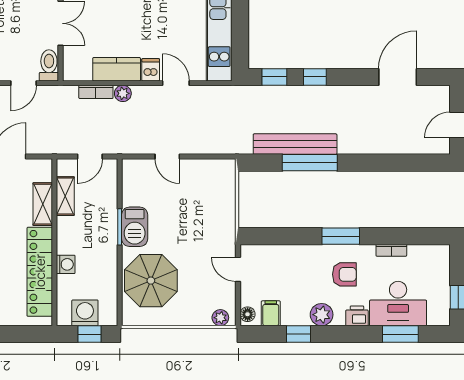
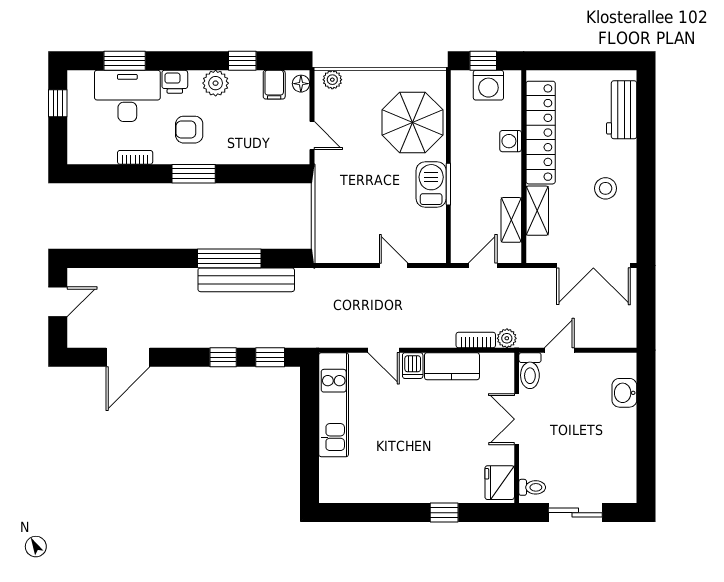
plant: (123, 93) -> (507, 338), moved

